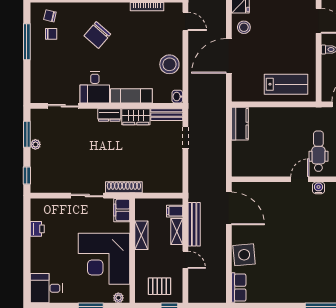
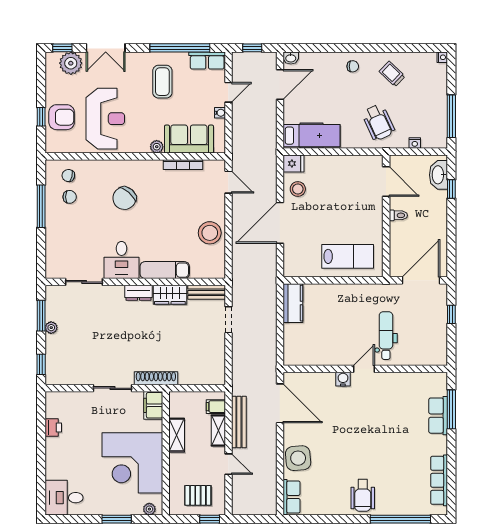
washbasin: (177, 97) -> (219, 271), removed
water cooler: (319, 188) -> (343, 379), moved
wheelchair: (299, 286) -> (363, 495), added

